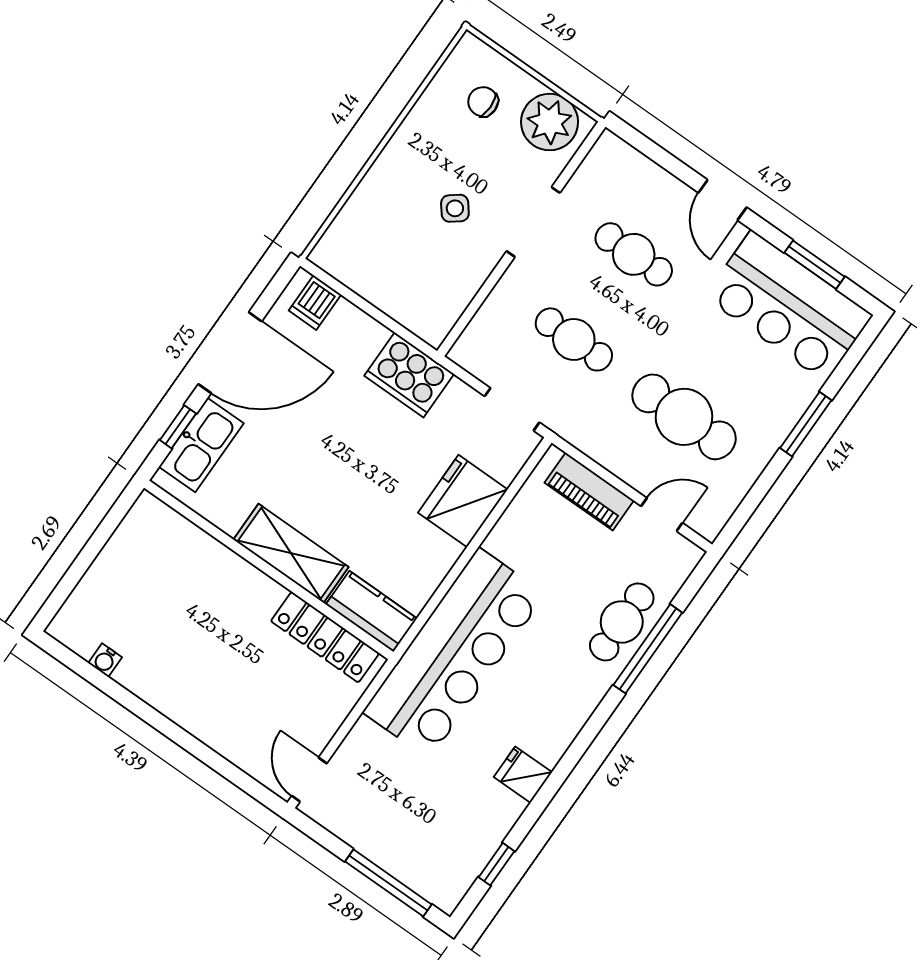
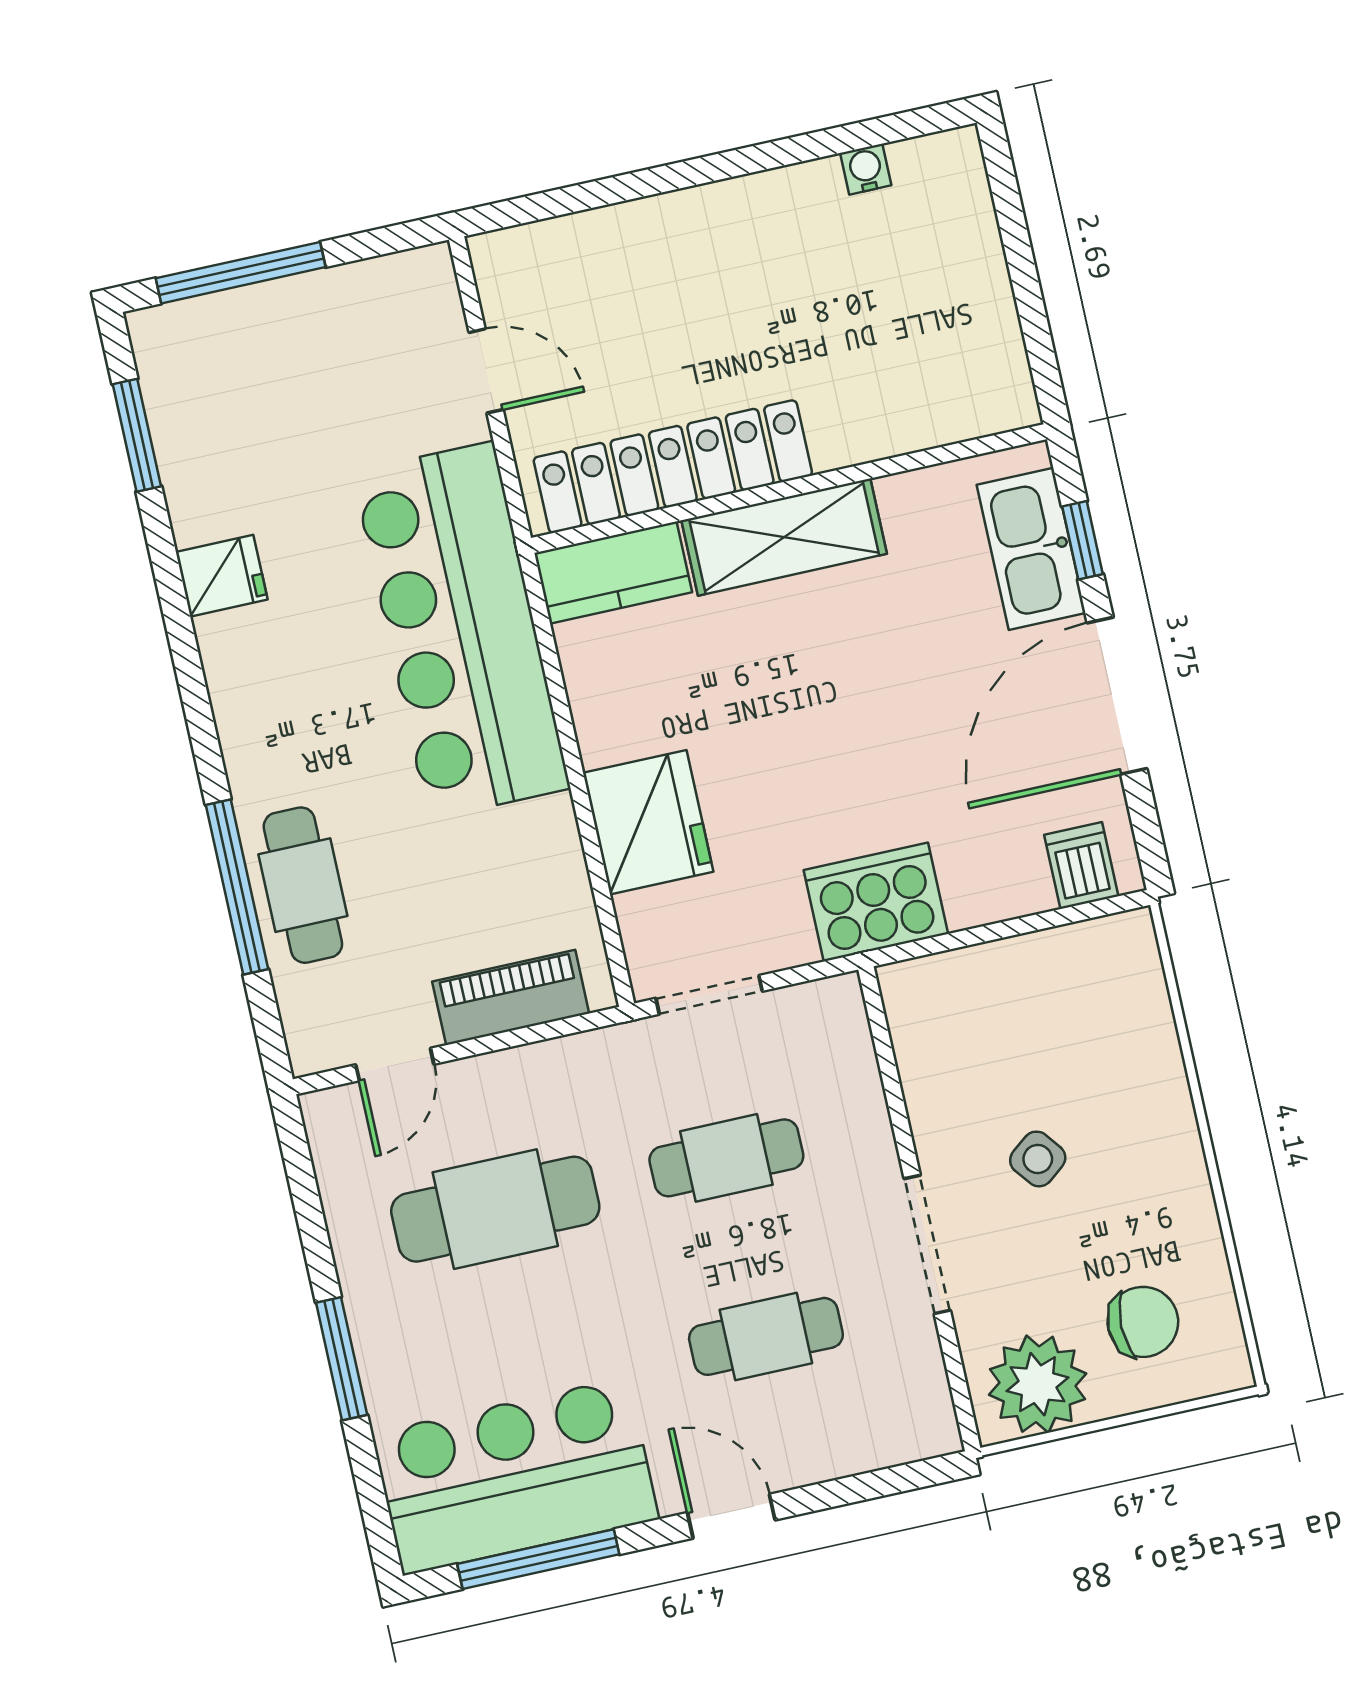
chair: (483, 102) -> (1143, 1322), width x1.37, depth x1.37
window: (814, 265) -> (538, 1559), width x1.44
locker: (325, 637) -> (673, 467), width x1.41, depth x1.21
door: (309, 780) -> (486, 371), moved
window: (496, 864) -> (137, 435), width x1.50

